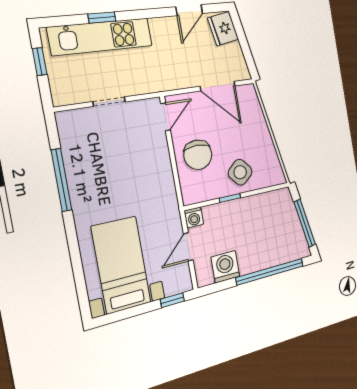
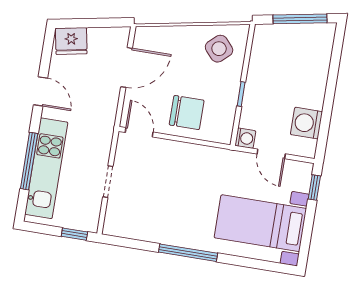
door: (189, 10) -> (41, 91), moved
window: (102, 18) -> (29, 161), width x2.17
window: (40, 62) -> (74, 234), moved
side table: (240, 172) -> (219, 49), moved
window: (61, 180) -> (188, 253), moved
window: (270, 272) -> (333, 77), removed

